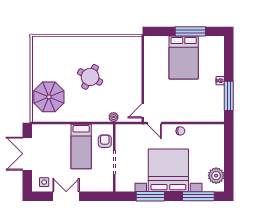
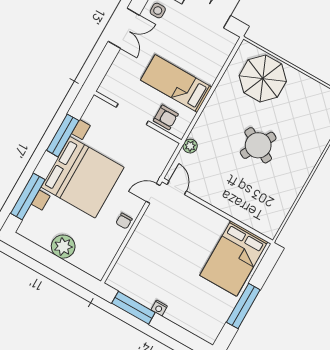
bed: (184, 58) -> (234, 259), moved, turned -90
plant: (216, 176) -> (63, 247), moved

